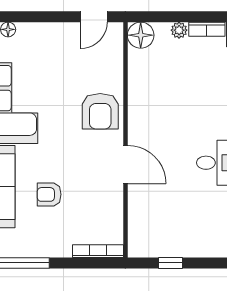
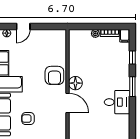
door: (94, 17) -> (23, 26), moved
floor lamp: (141, 35) -> (75, 83), moved

